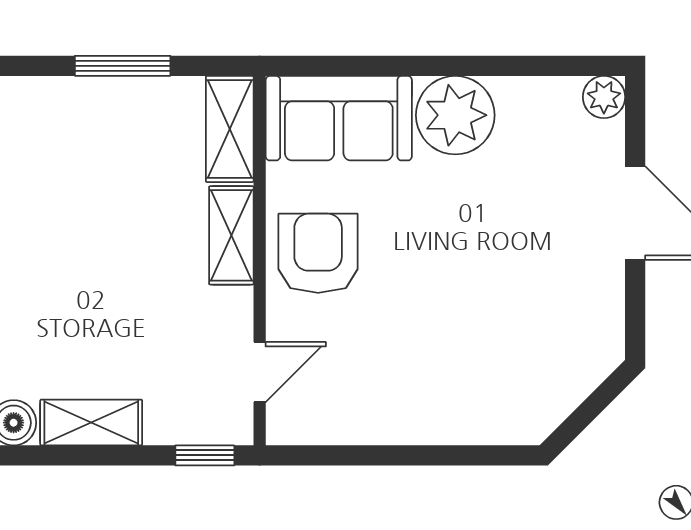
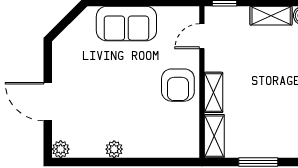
plant: (455, 115) -> (114, 149), width x0.53, depth x0.53
sofa: (339, 118) -> (126, 24), moved, turned 180

